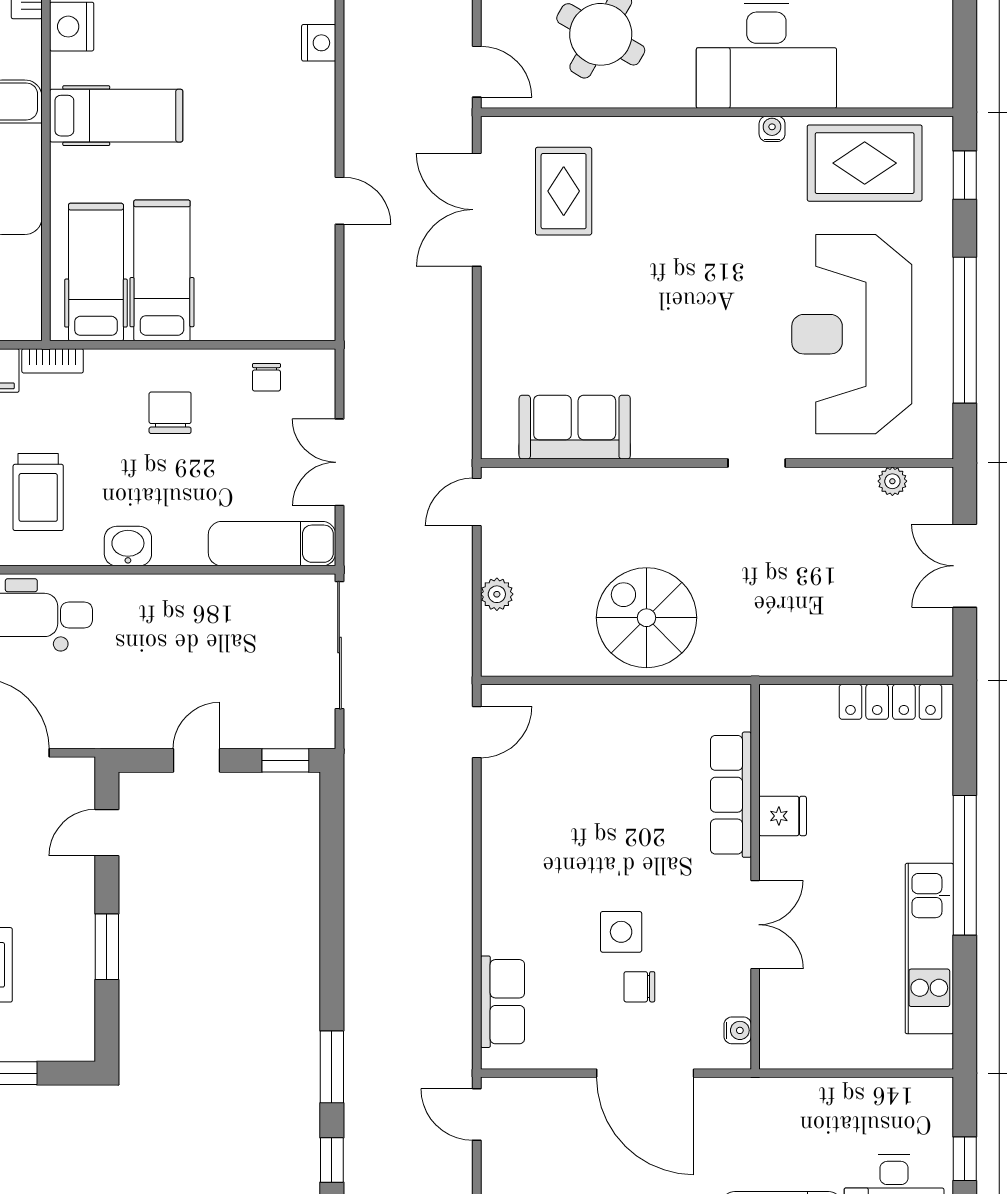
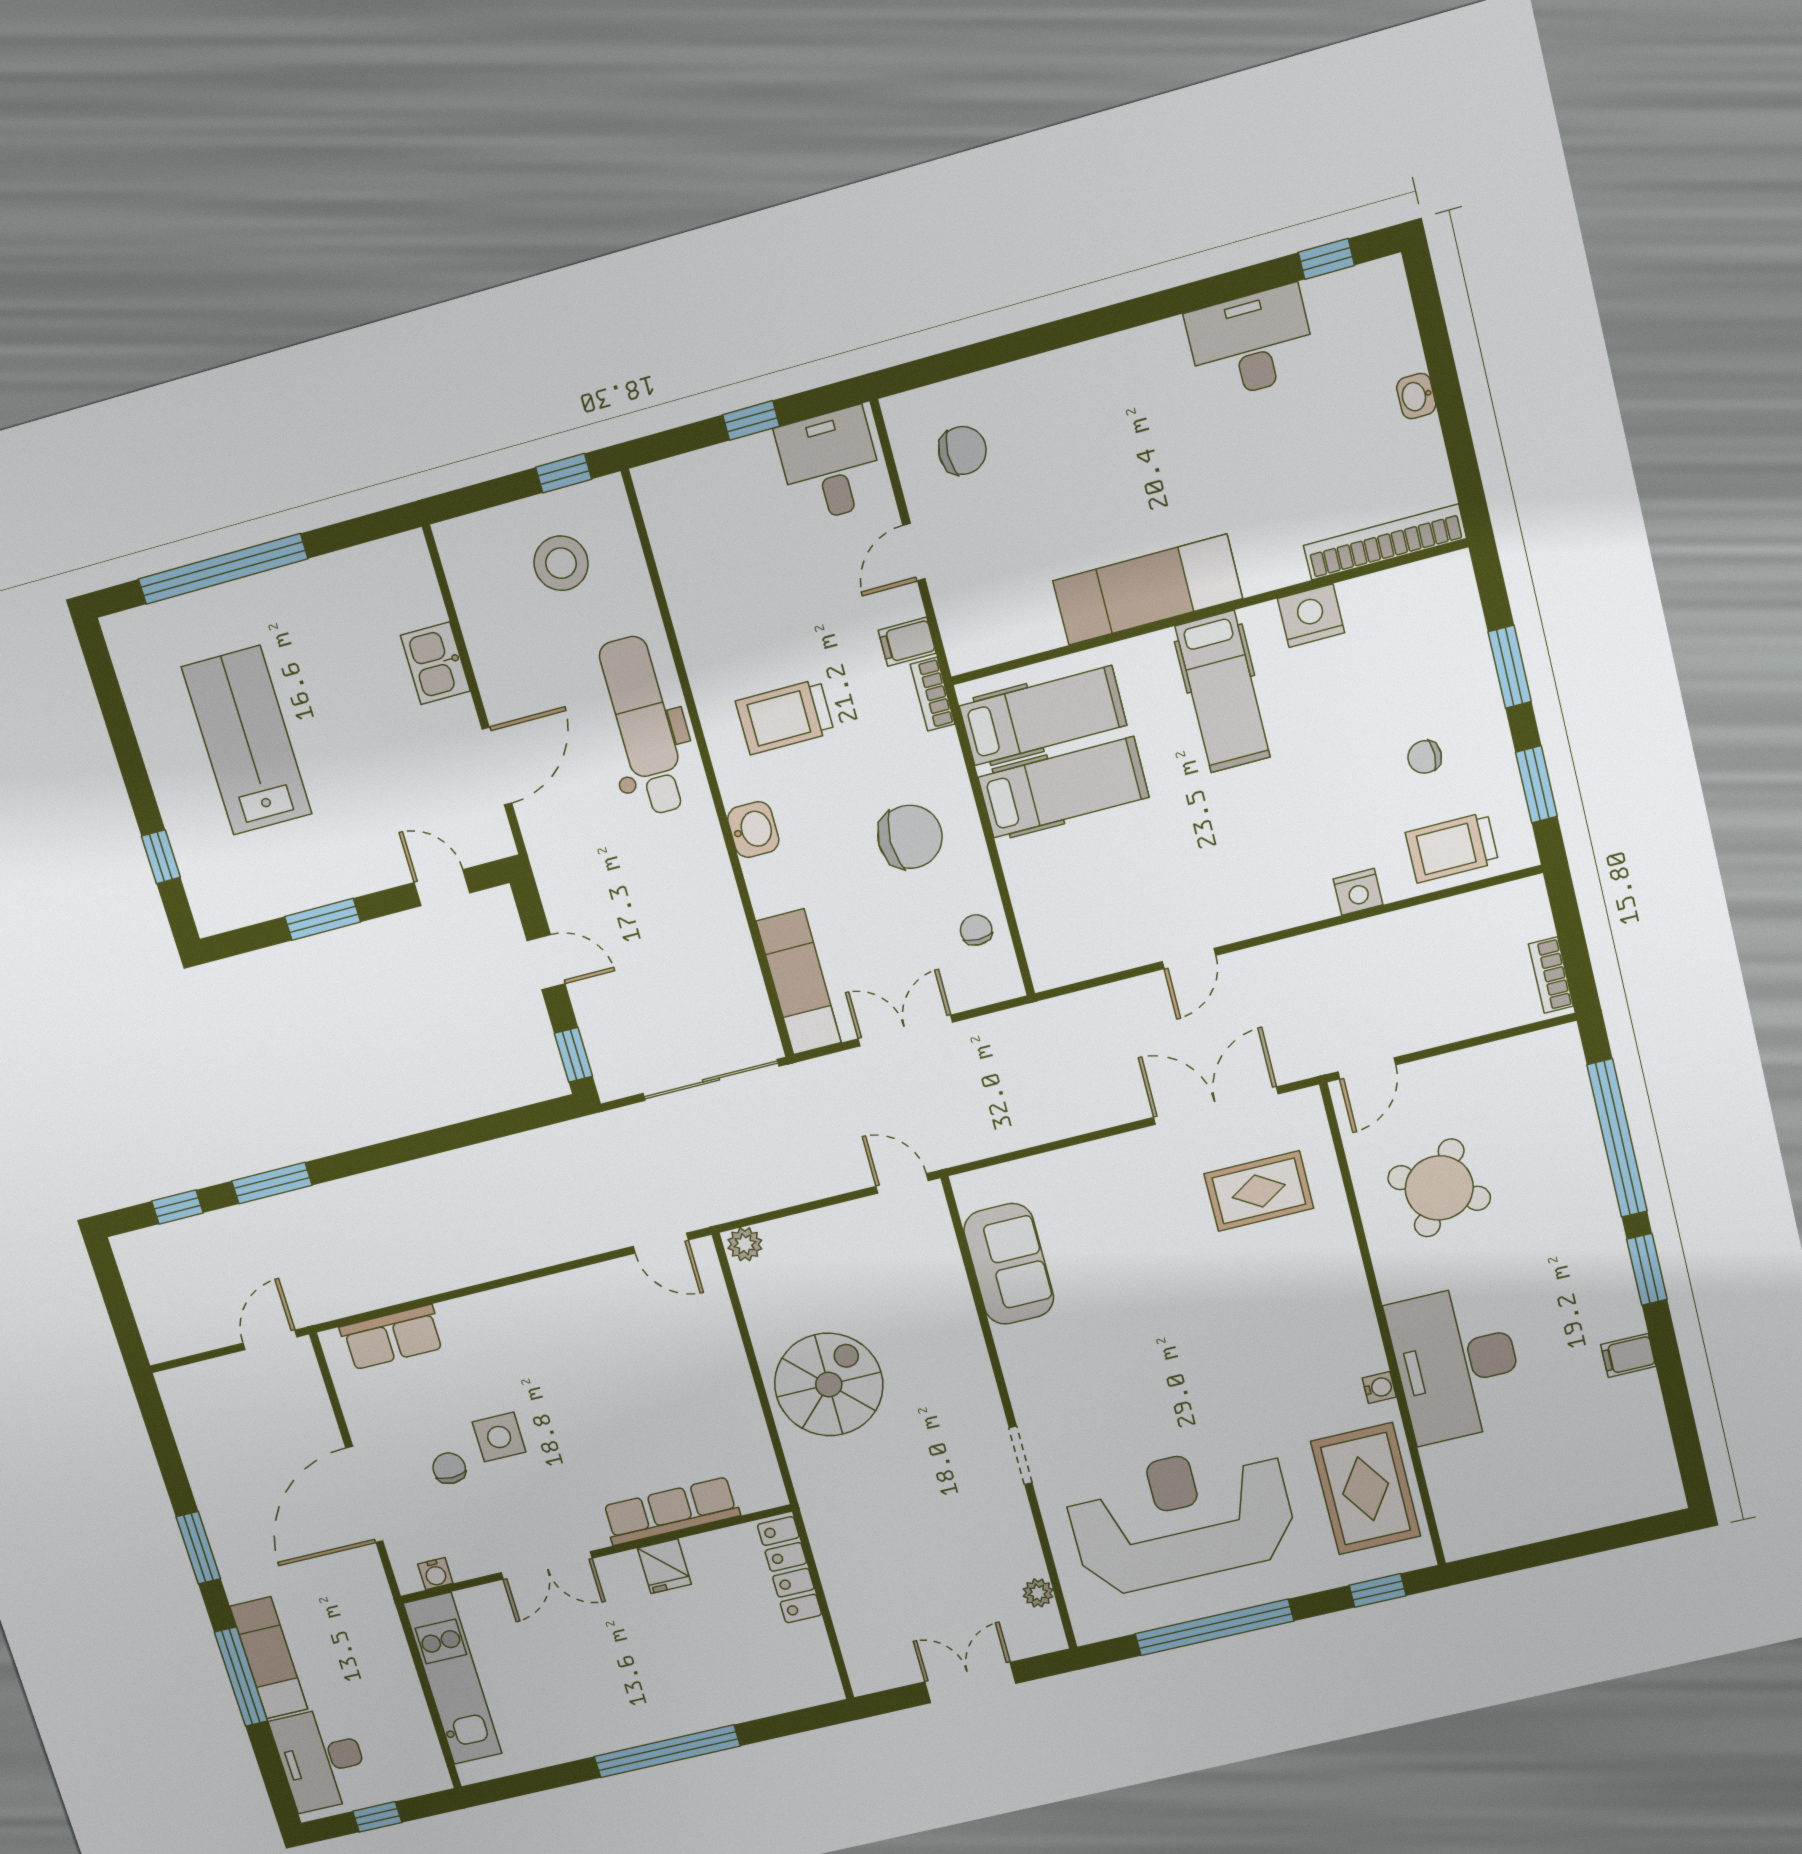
chair: (266, 377) -> (976, 930), turned 90
chair: (170, 413) -> (910, 837), width x1.37, depth x1.37
plant: (497, 594) -> (745, 1244), moved
locker: (891, 702) -> (790, 1570), moved
kitchen unit: (929, 949) -> (453, 1679), moved, turned 90

